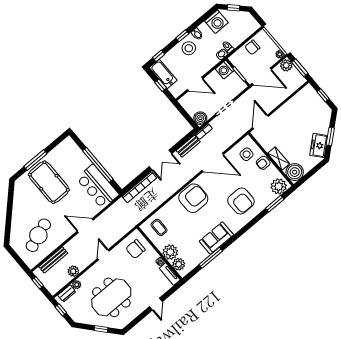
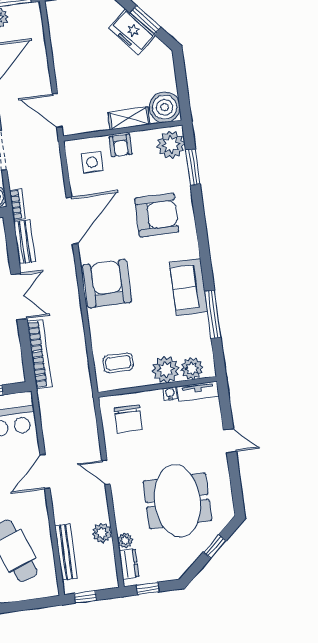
freezer: (319, 145) -> (132, 32), moved

